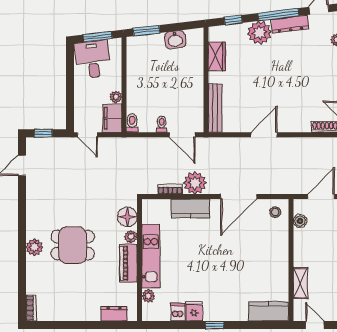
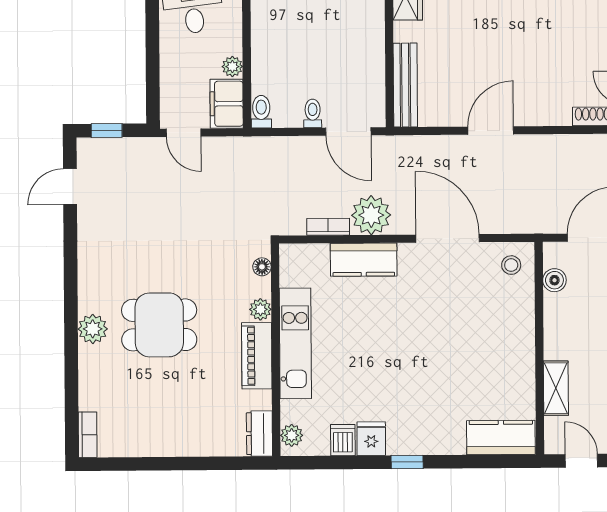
door: (239, 197) -> (448, 238), swing flipped
floor lamp: (127, 217) -> (262, 267), width x0.53, depth x0.53
plant: (148, 296) -> (292, 435), moved
dresser: (114, 314) -> (259, 434), moved, turned -90

